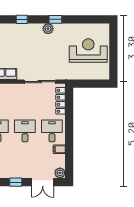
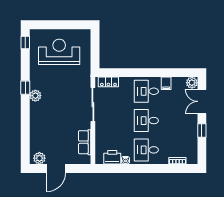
window: (22, 19) -> (25, 43), moved
reception desk: (88, 51) -> (59, 52), turned 90
locker: (61, 101) -> (108, 82), width x0.66
double door: (43, 182) -> (202, 101), swing flipped

